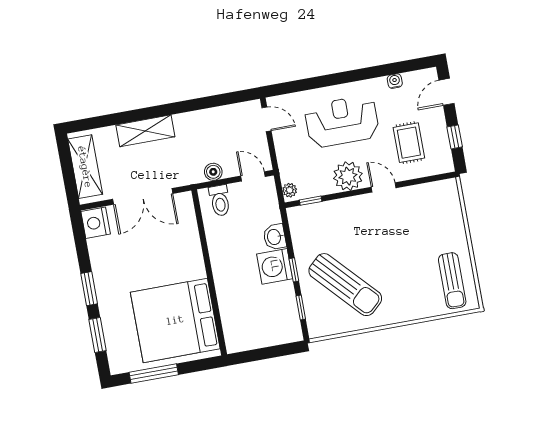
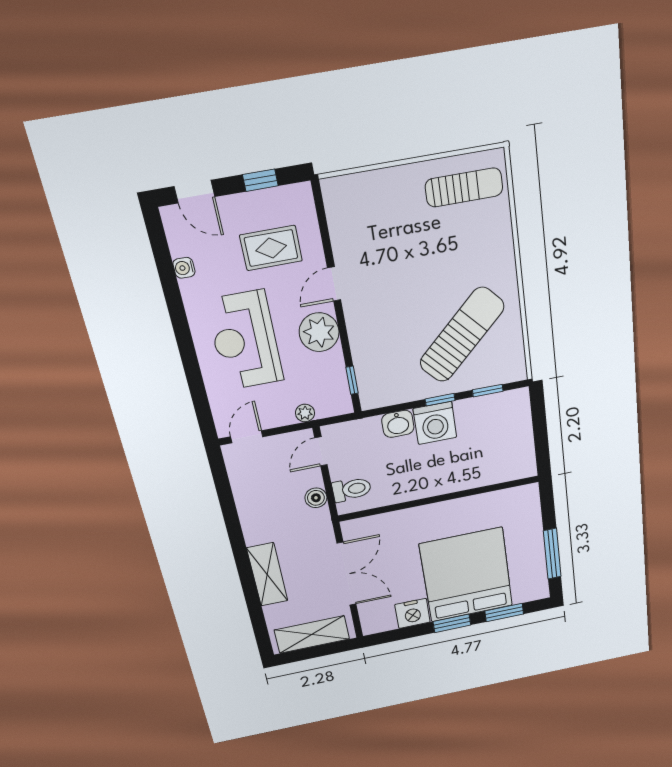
plant: (290, 190) -> (305, 413), moved
nightstand: (96, 223) -> (413, 613), moved
bed: (175, 320) -> (466, 575), moved, turned 180

